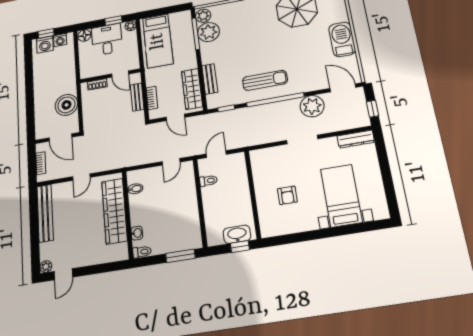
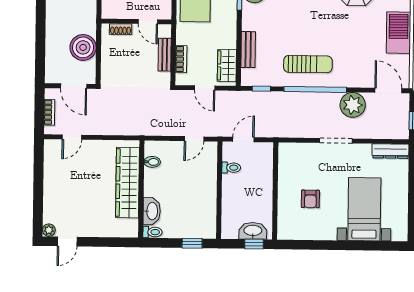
wardrobe: (192, 89) -> (227, 66), width x0.67
door: (81, 177) -> (72, 137), moved
bench: (45, 213) -> (51, 171), removed
washbasin: (137, 233) -> (152, 211), width x1.91, depth x1.45
window: (180, 256) -> (192, 243), width x0.67

